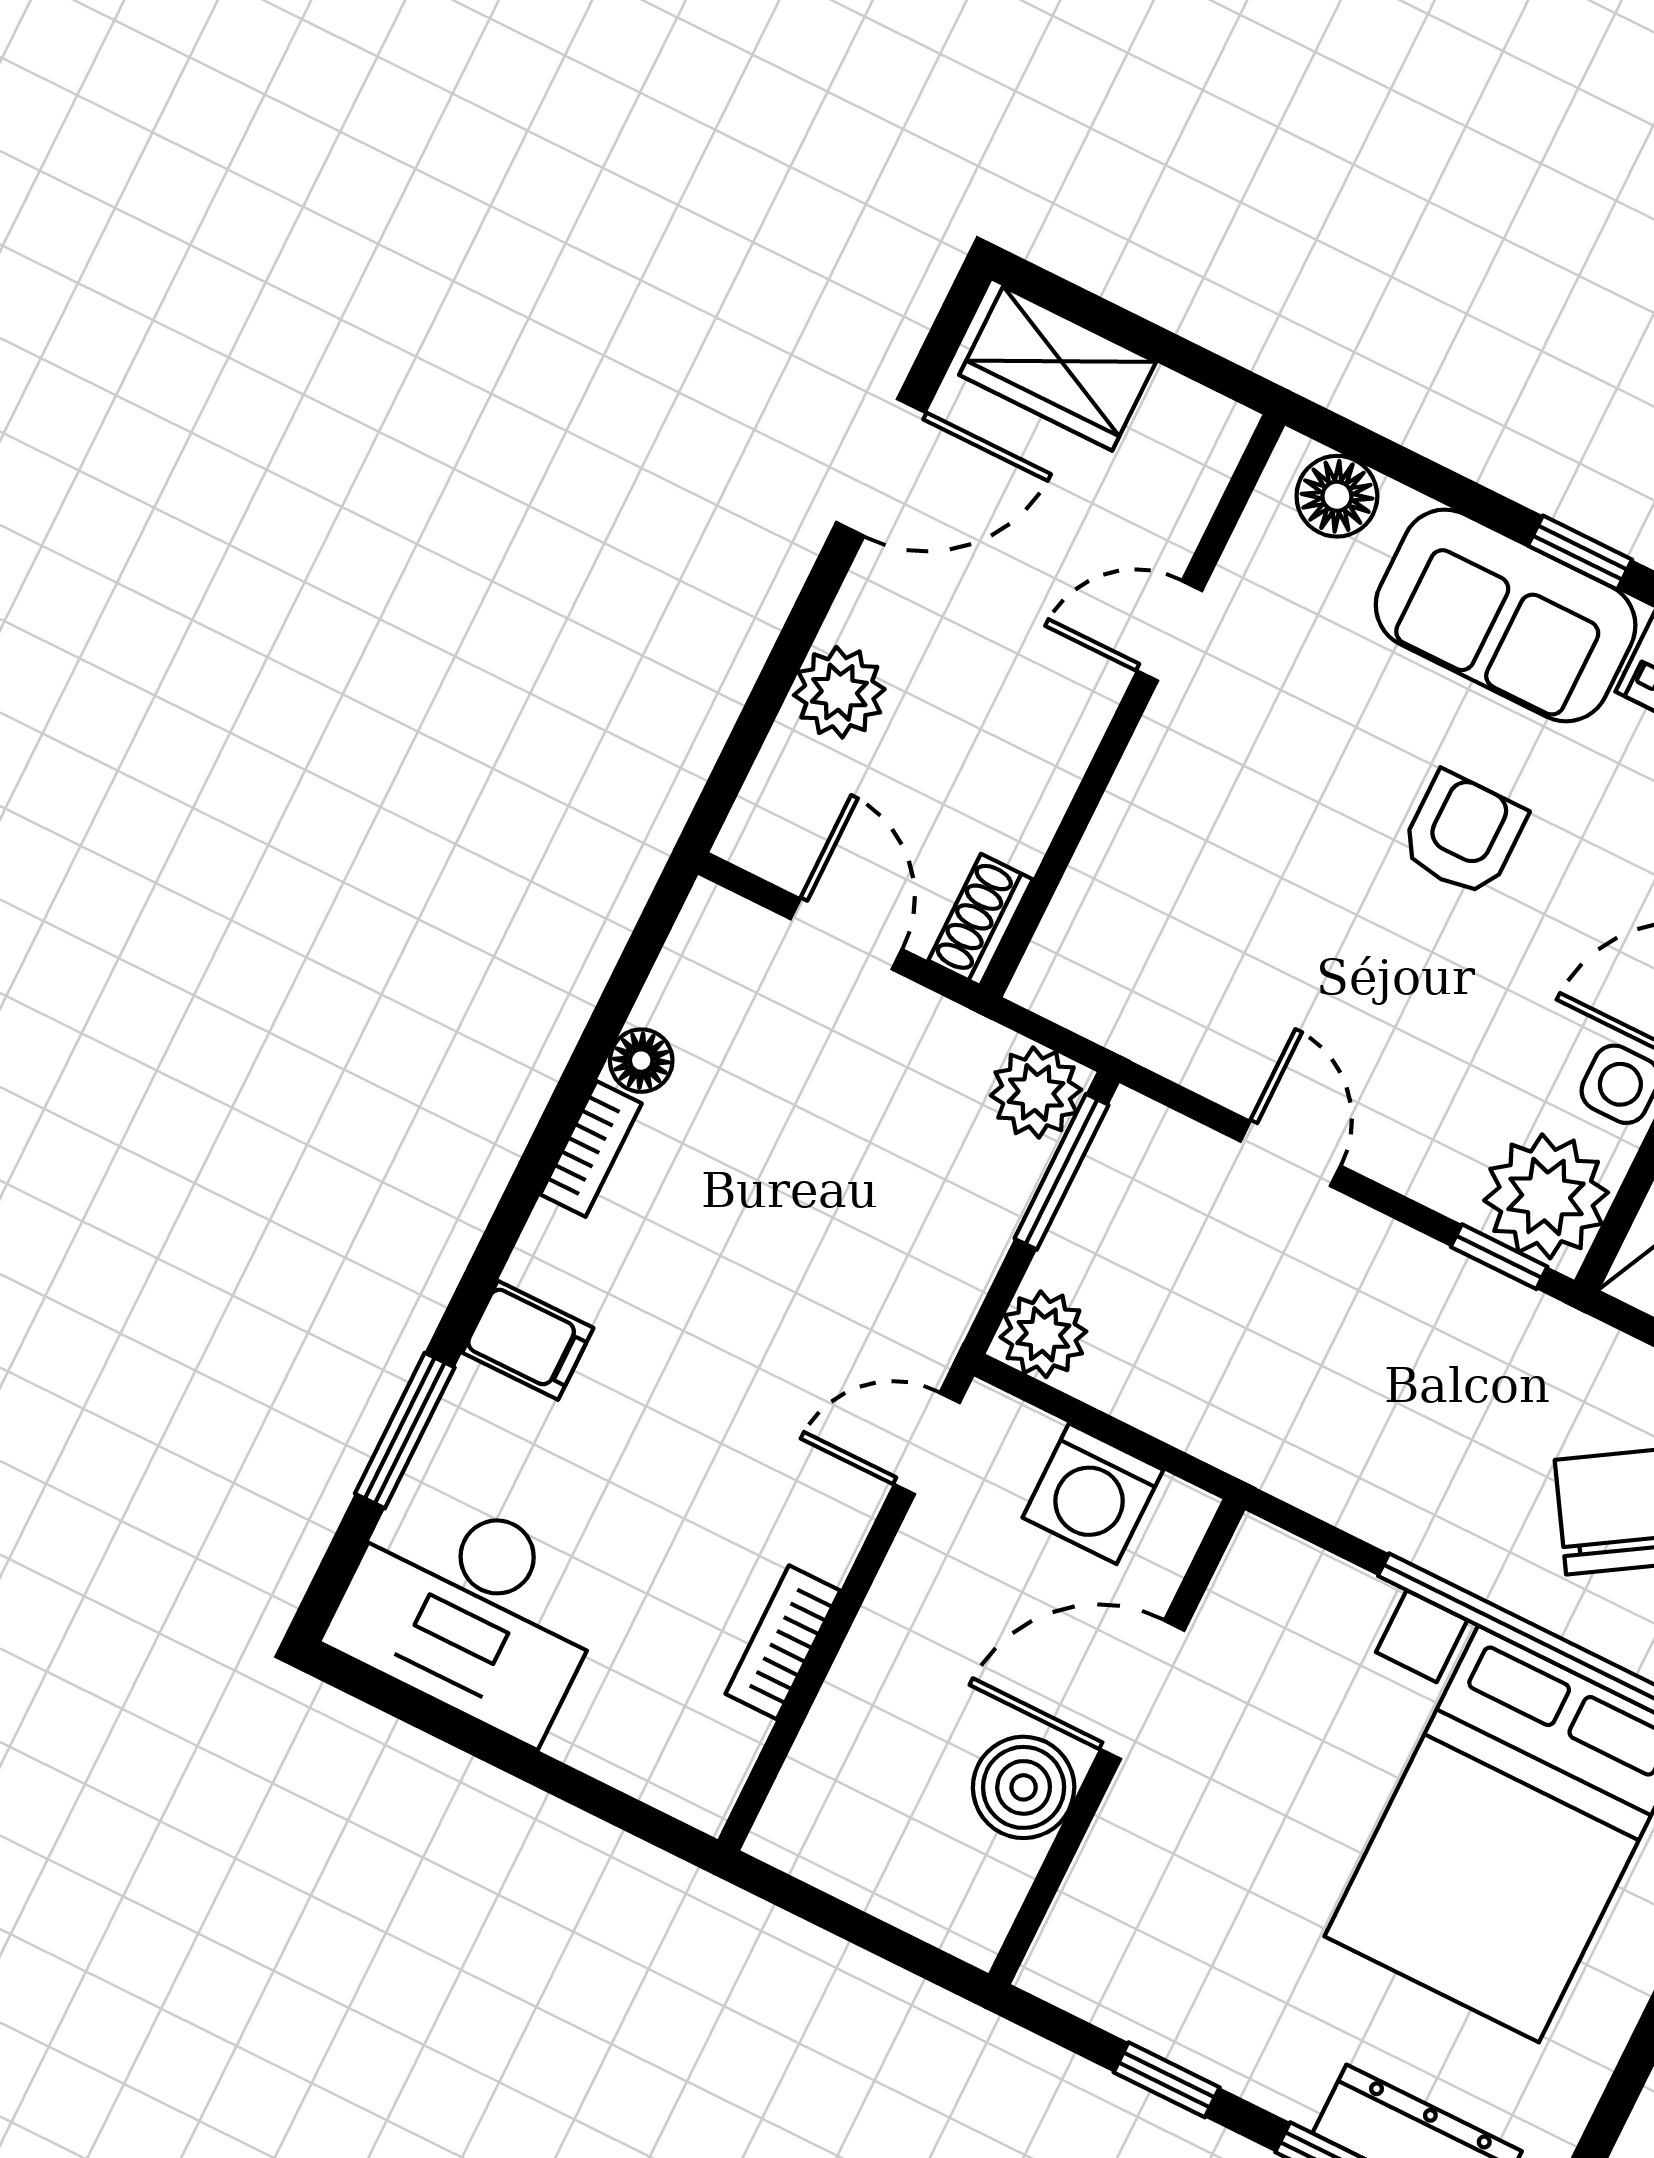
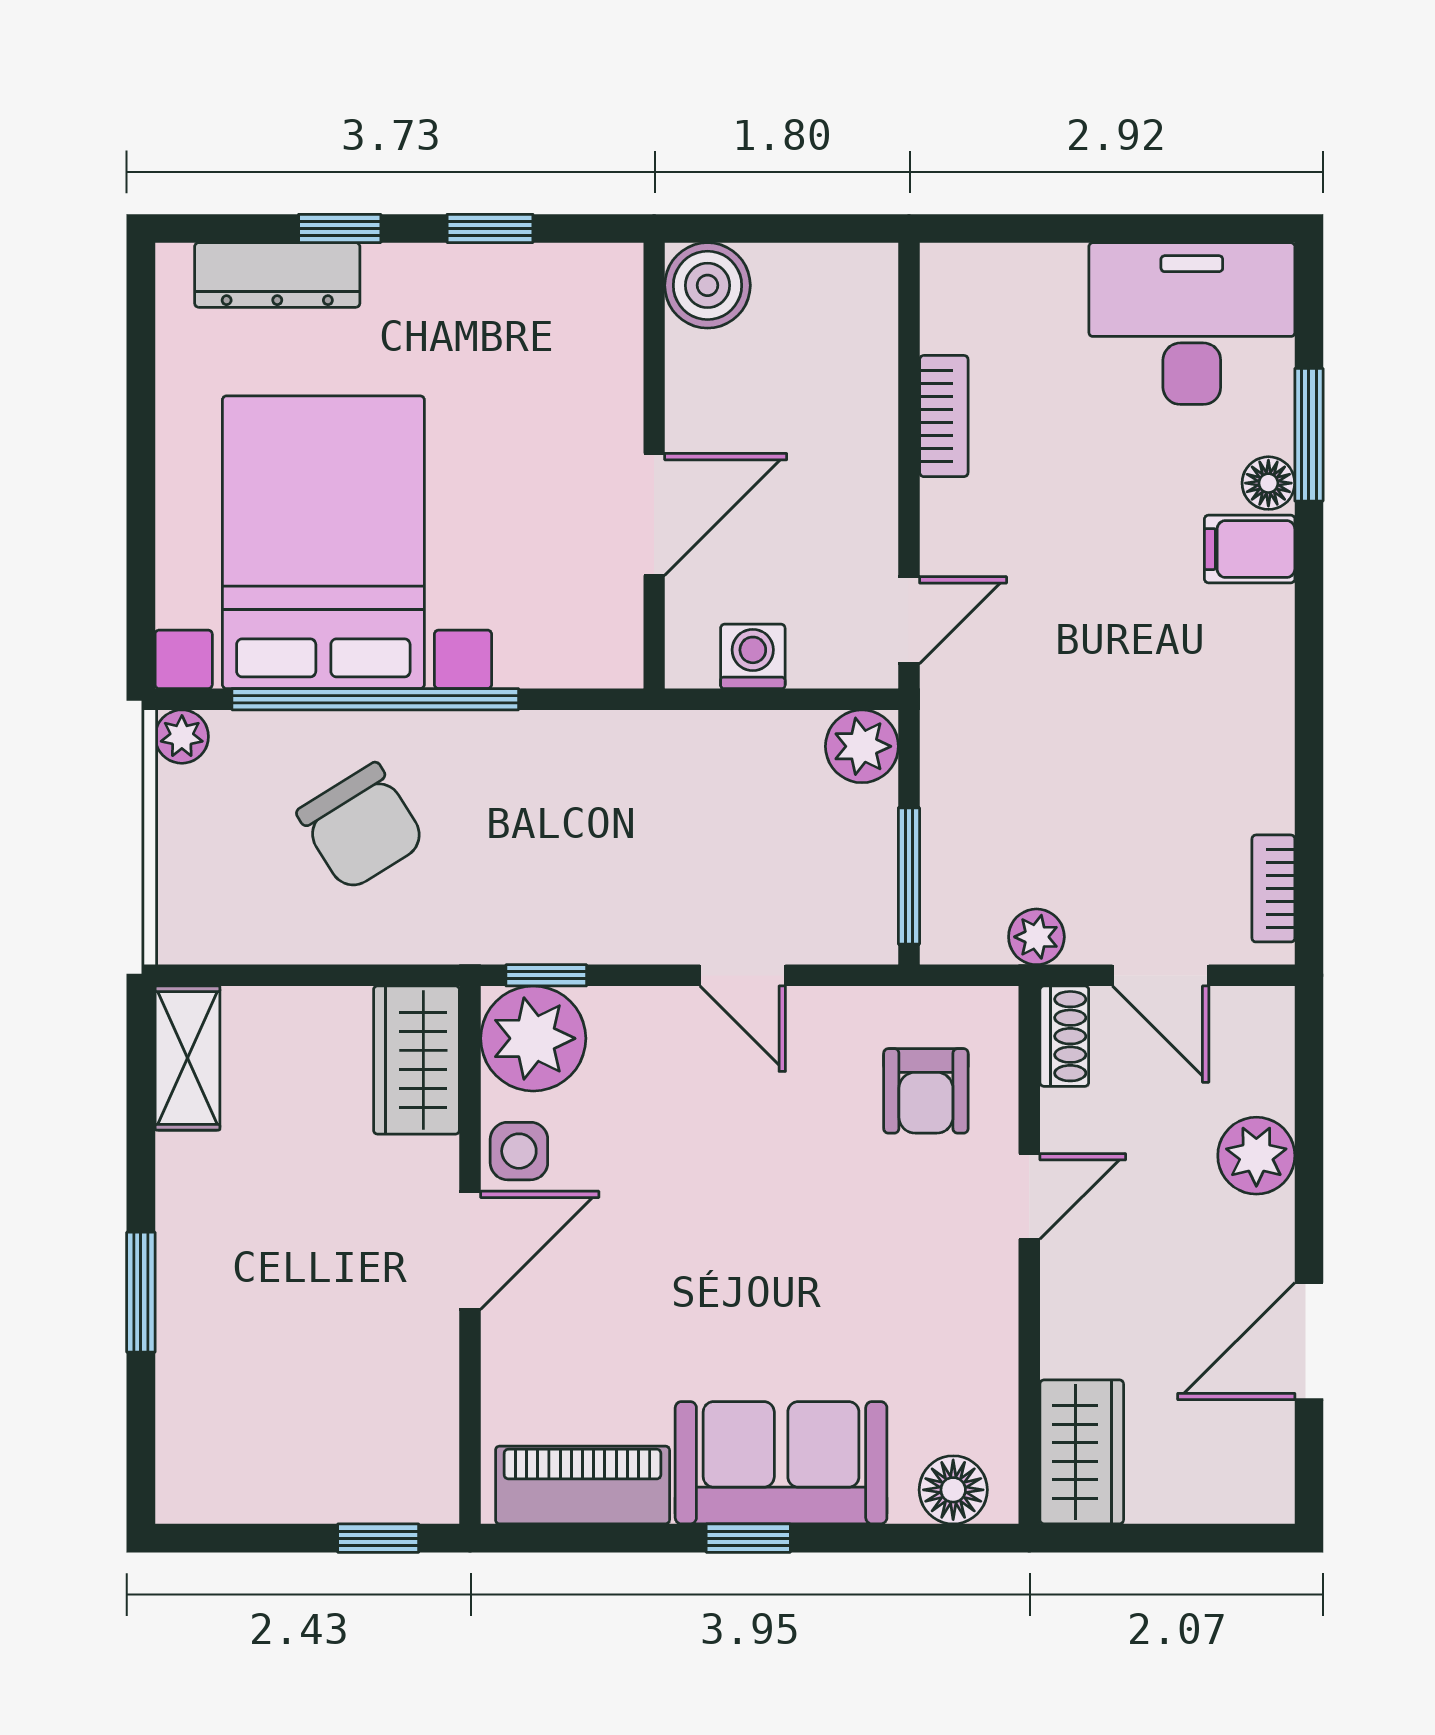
wardrobe: (1058, 368) -> (1082, 1452), moved, turned 90
door: (1170, 631) -> (1029, 1196), moved
armchair: (1463, 834) -> (926, 1091), moved
floor lamp: (641, 1061) -> (1268, 483), moved
plant: (1036, 1092) -> (1036, 937), moved, width x0.73, depth x0.73
bookcase: (591, 1149) -> (1273, 888), moved
washing machine: (1093, 1494) -> (753, 656), width x0.73, depth x0.73
boiler: (1024, 1787) -> (708, 285), moved

